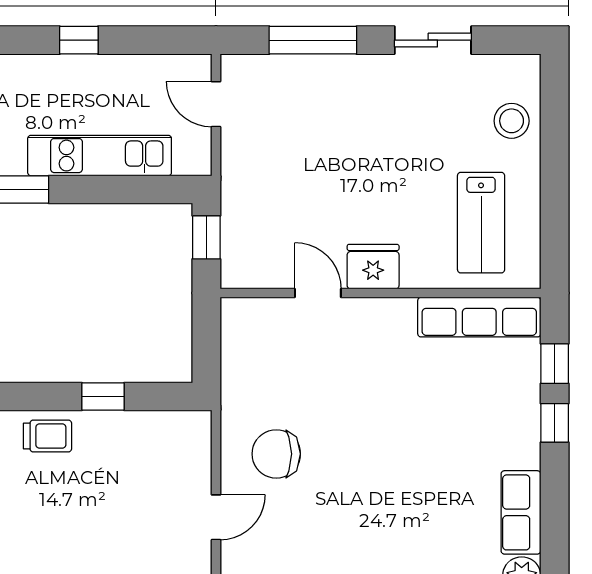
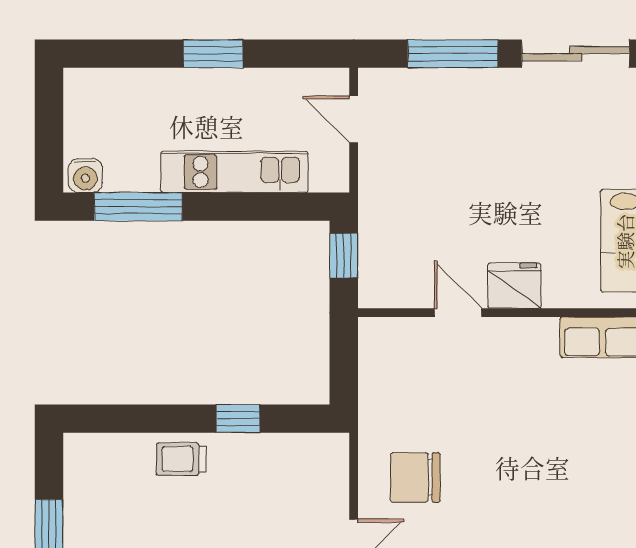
window: (79, 40) -> (213, 54), width x1.50
sliding door: (433, 40) -> (576, 54), width x1.37
trolley: (47, 436) -> (181, 459), turned 180

